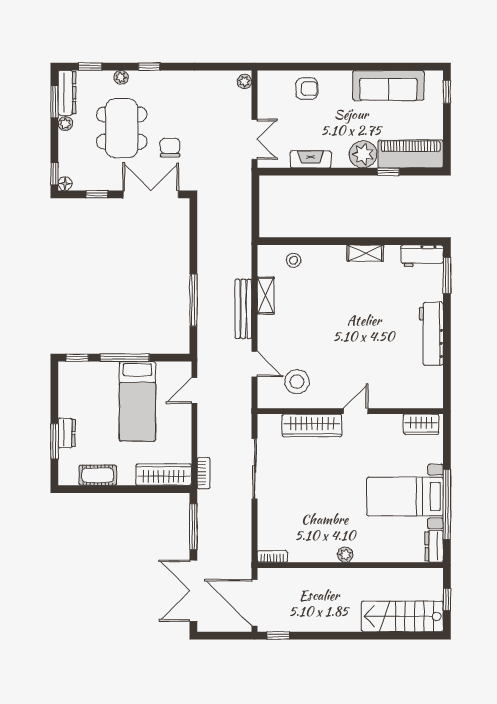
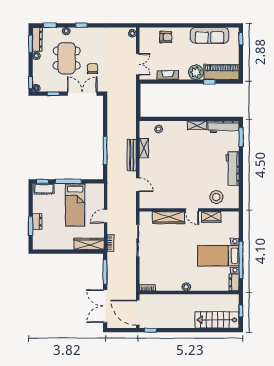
workbench: (422, 256) -> (223, 127), width x1.38
stool: (297, 382) -> (216, 197), moved
door: (194, 391) -> (106, 216), moved
door: (356, 411) -> (192, 210), swing flipped
wardrobe: (421, 424) -> (211, 217), moved
cot: (98, 475) -> (44, 189), moved

